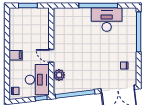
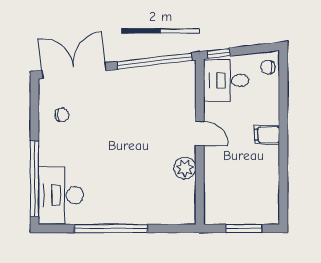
desk: (107, 20) -> (61, 195), moved, turned 90
plant: (59, 75) -> (185, 168), moved
desk: (37, 80) -> (226, 80), width x0.73

